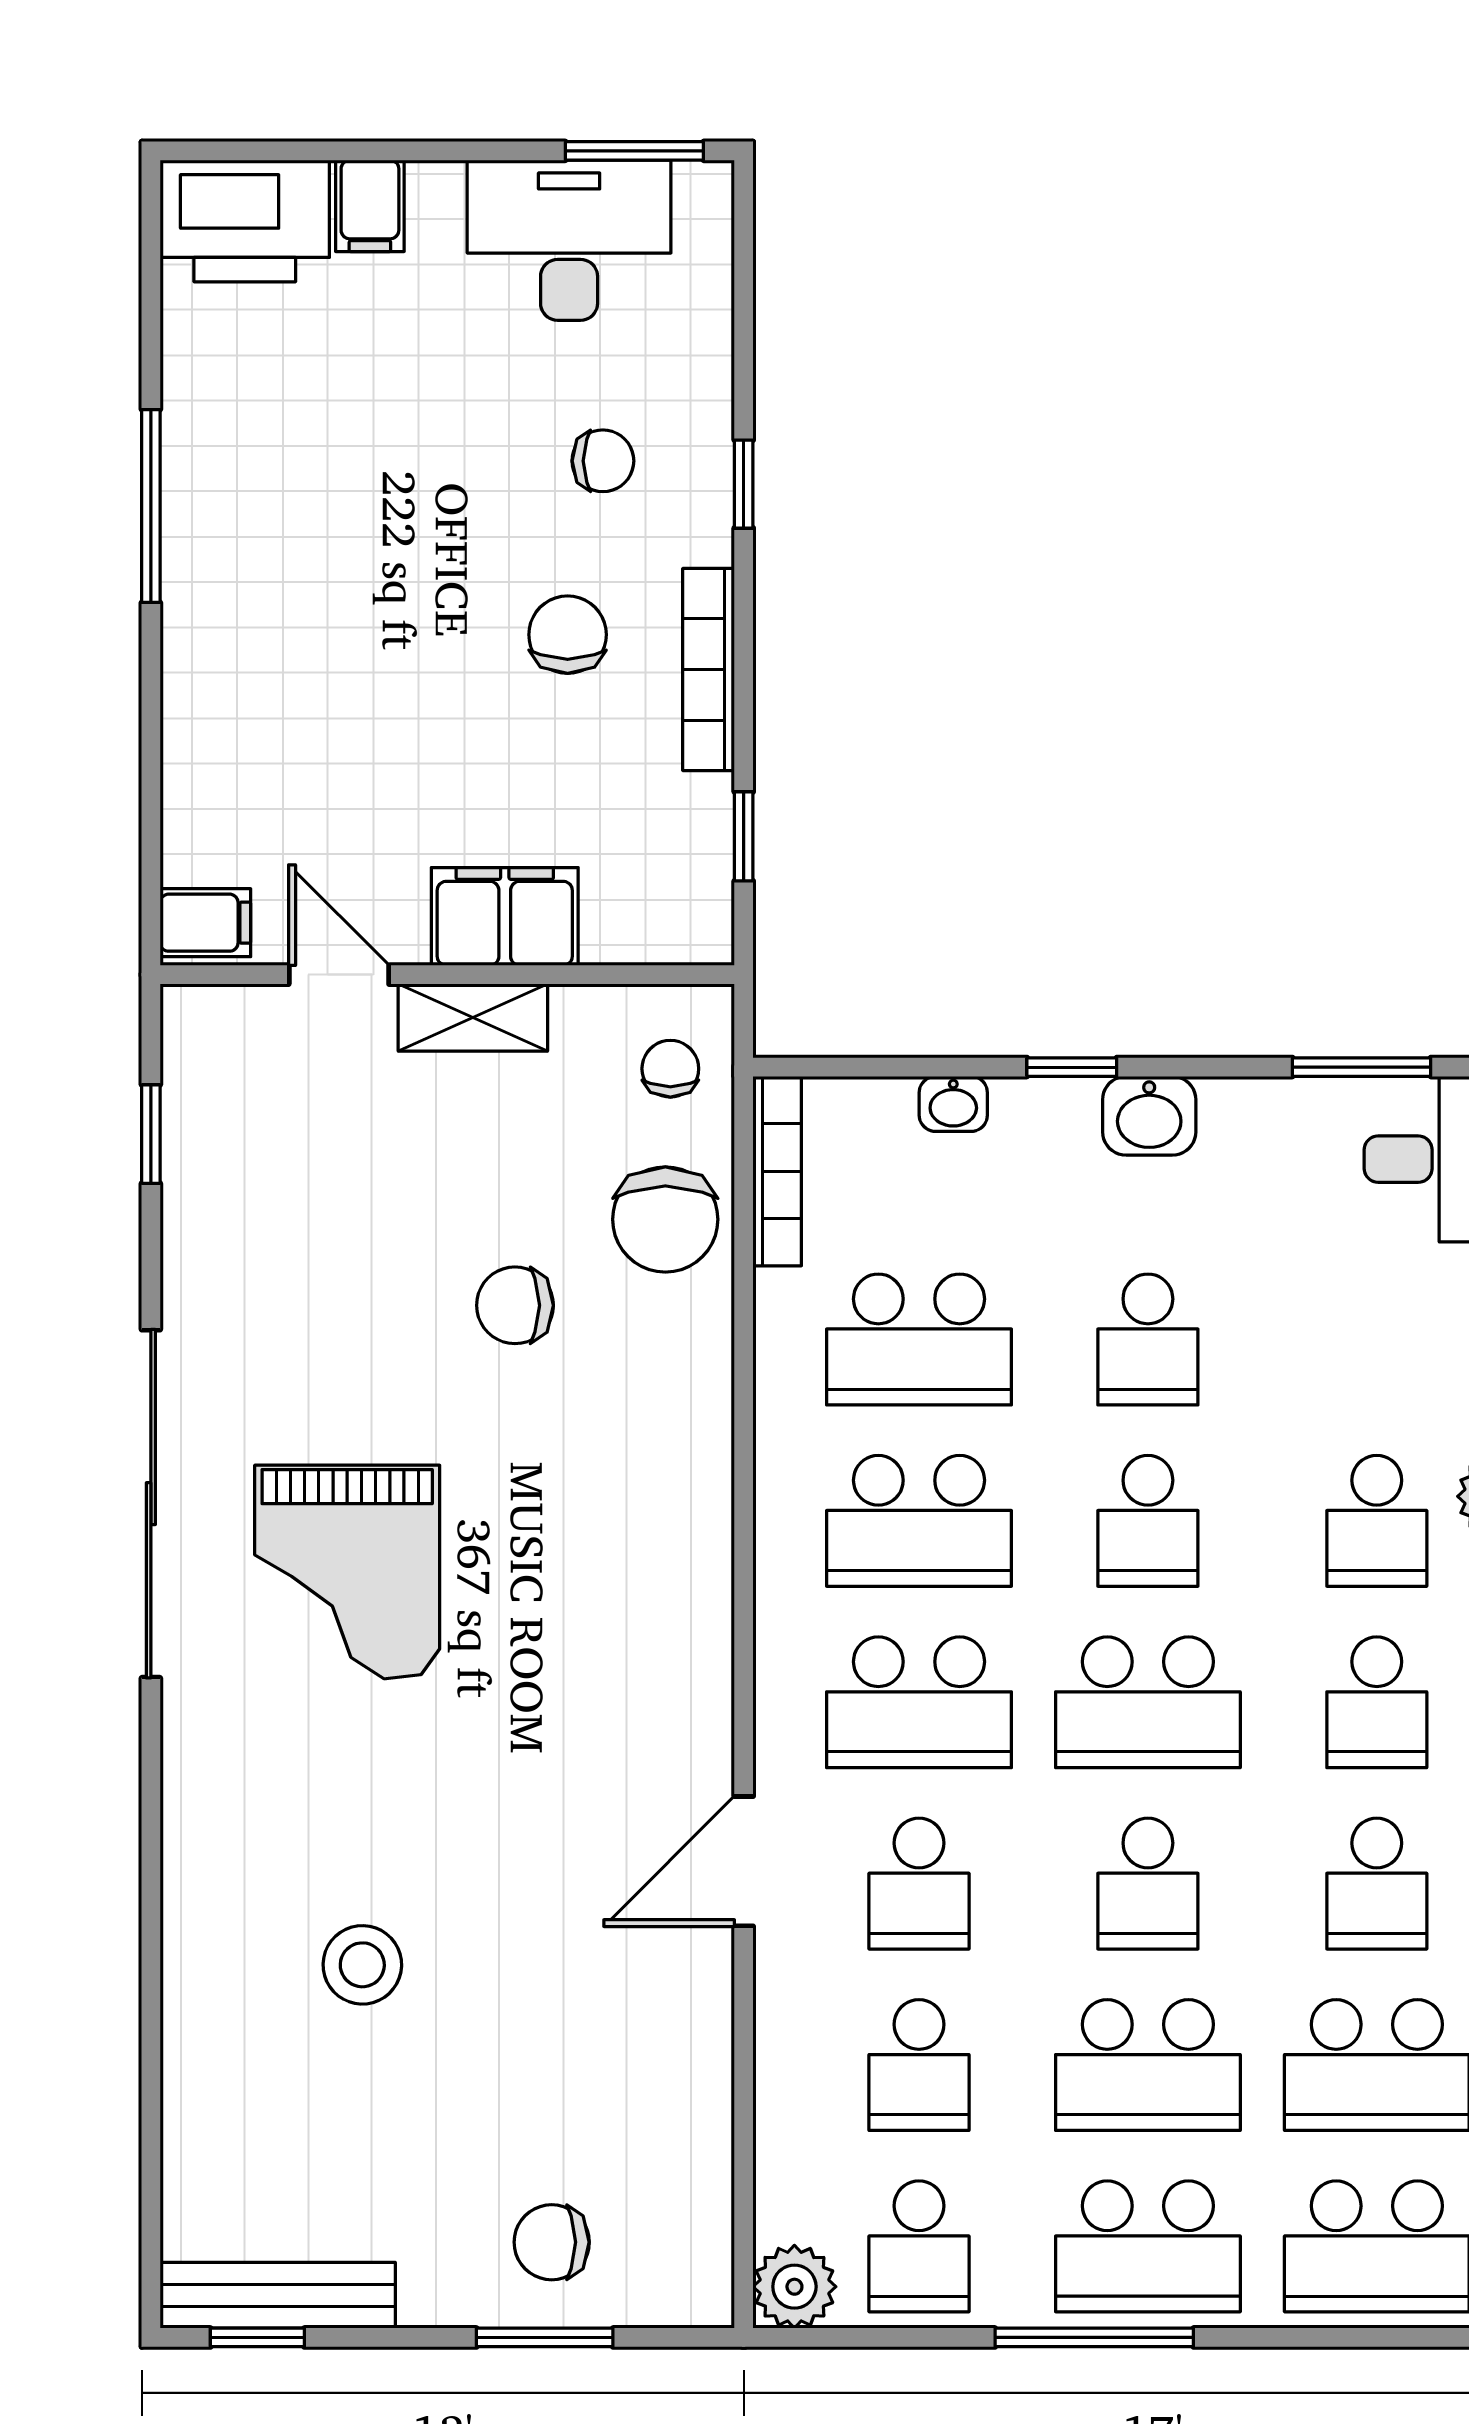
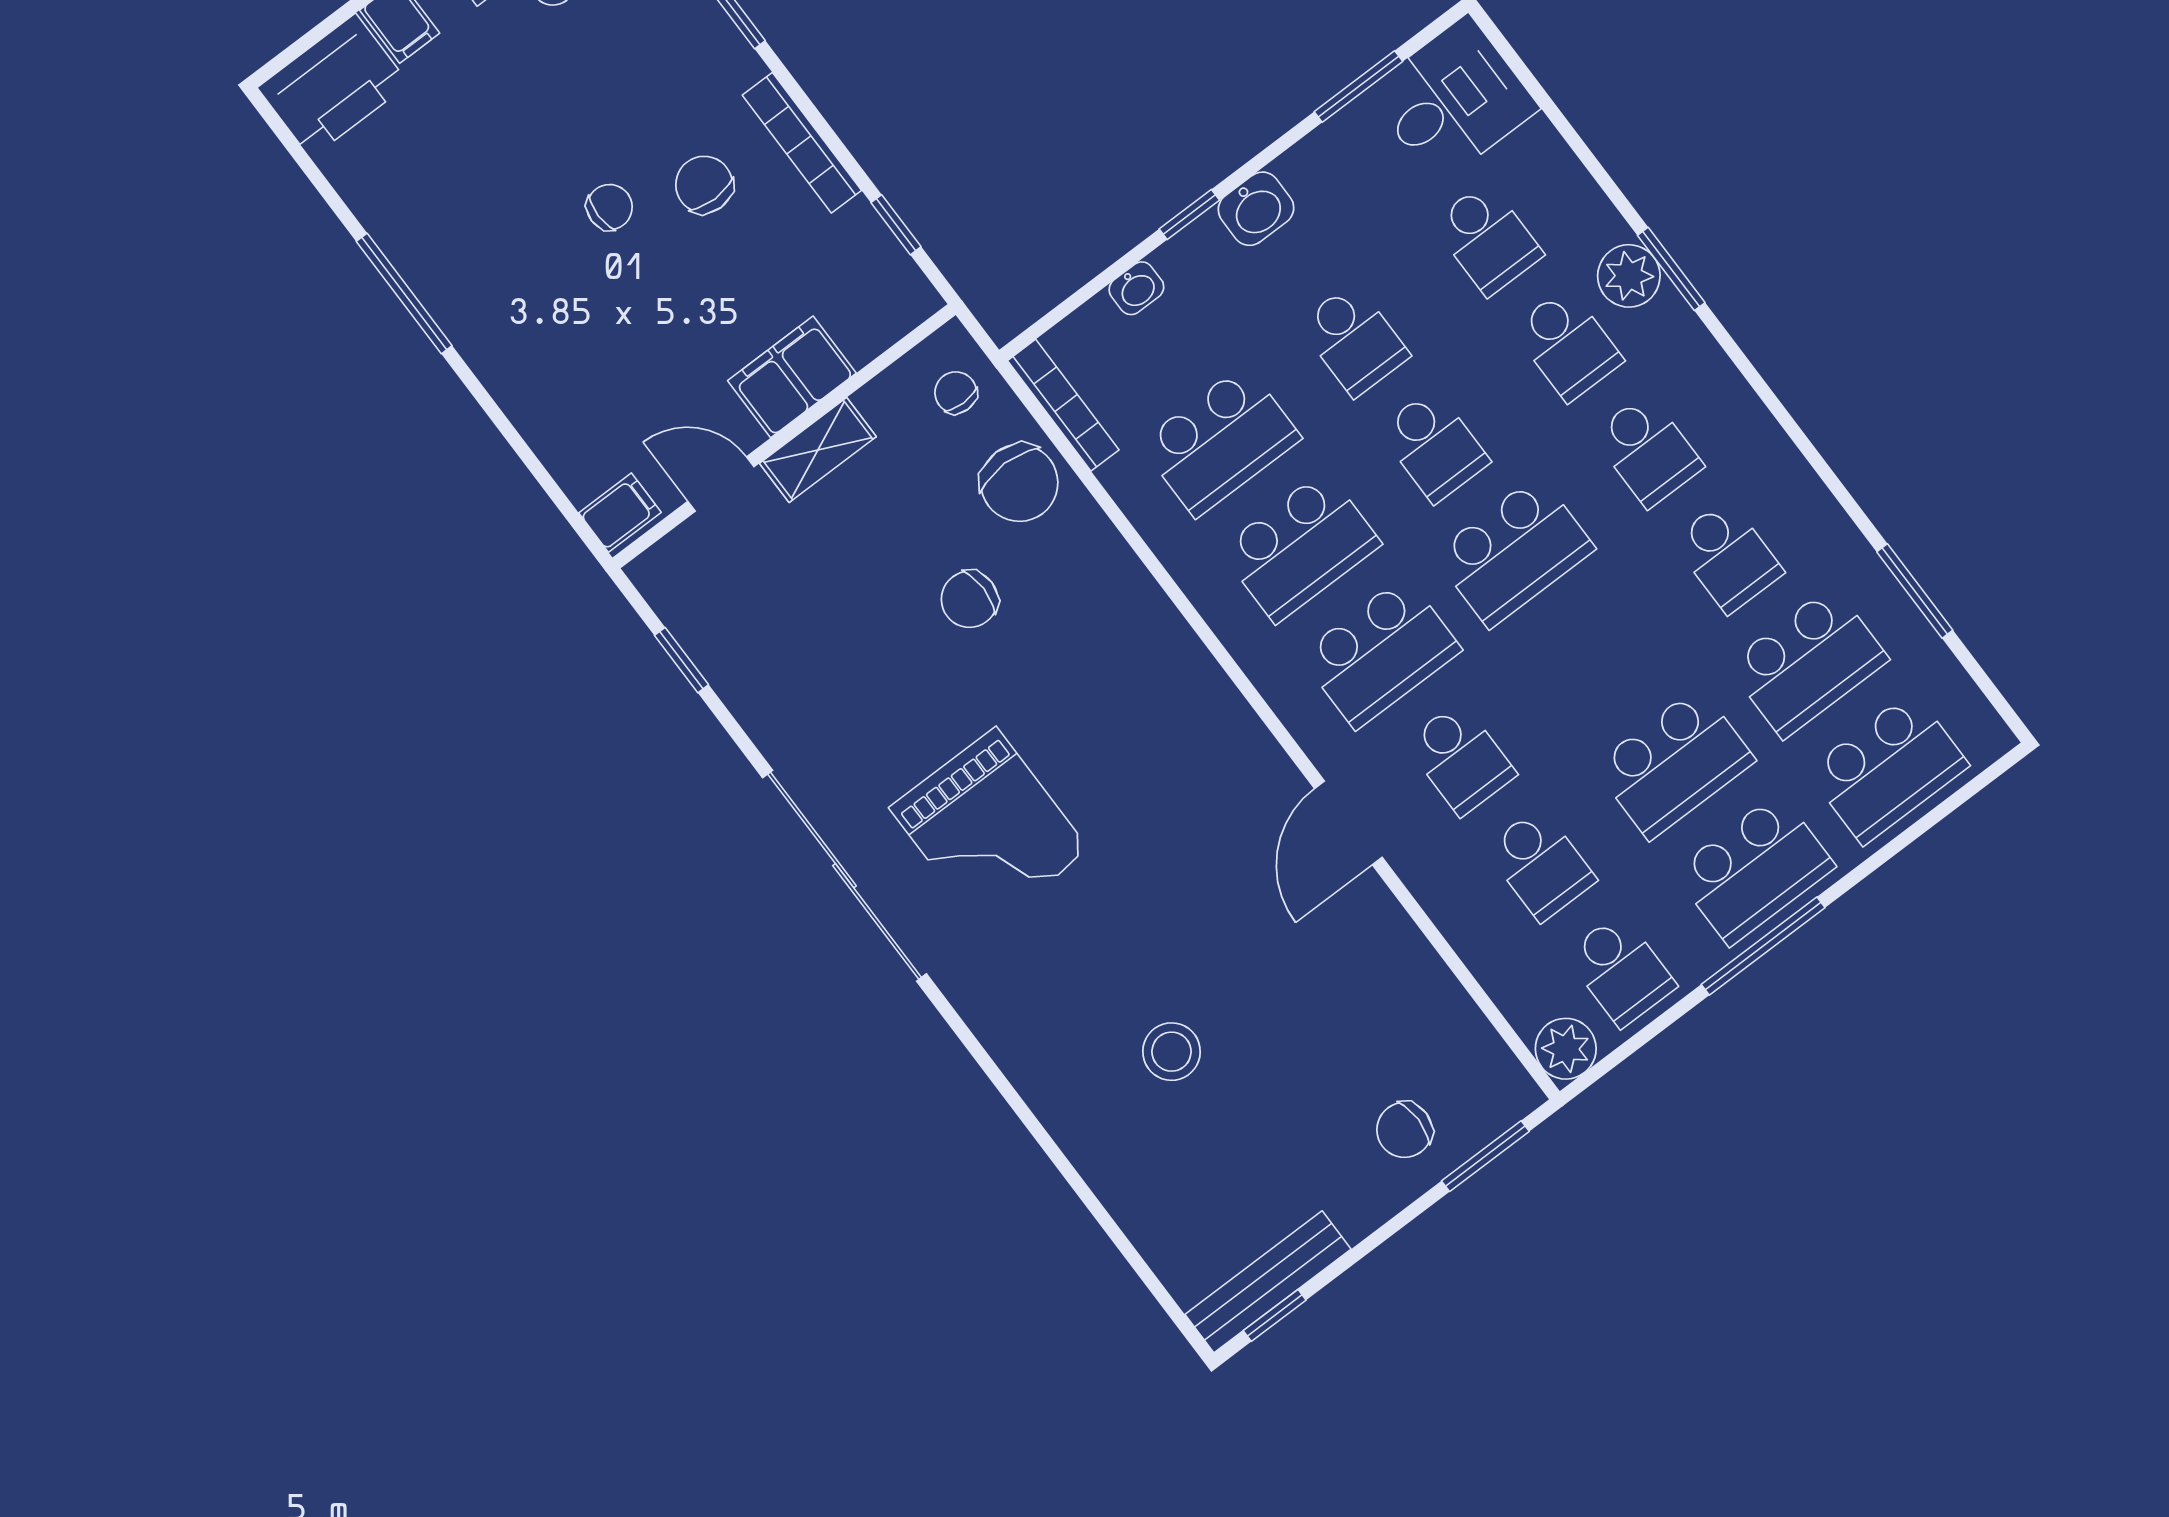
chair: (603, 461) -> (610, 207), moved
school desk: (1148, 1884) -> (1488, 239), moved
window: (545, 2337) -> (1485, 1156), moved

